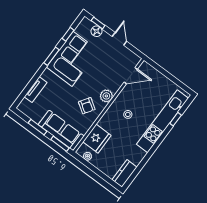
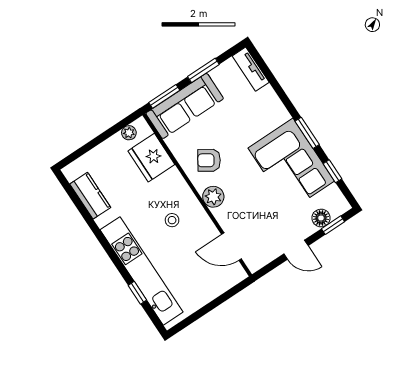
door: (131, 76) -> (231, 247), hinge flipped
tv unit: (35, 90) -> (251, 69), moved
kitchen counter: (125, 173) -> (90, 196), moved

